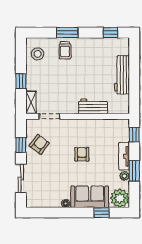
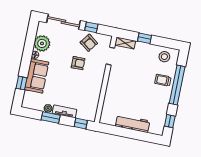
window: (67, 33) -> (177, 85), width x2.11
workbench: (93, 106) -> (111, 94), removed
armchair: (82, 154) -> (78, 63), moved
sliding door: (21, 178) -> (63, 22), width x1.37
plant: (120, 198) -> (42, 43), moved

